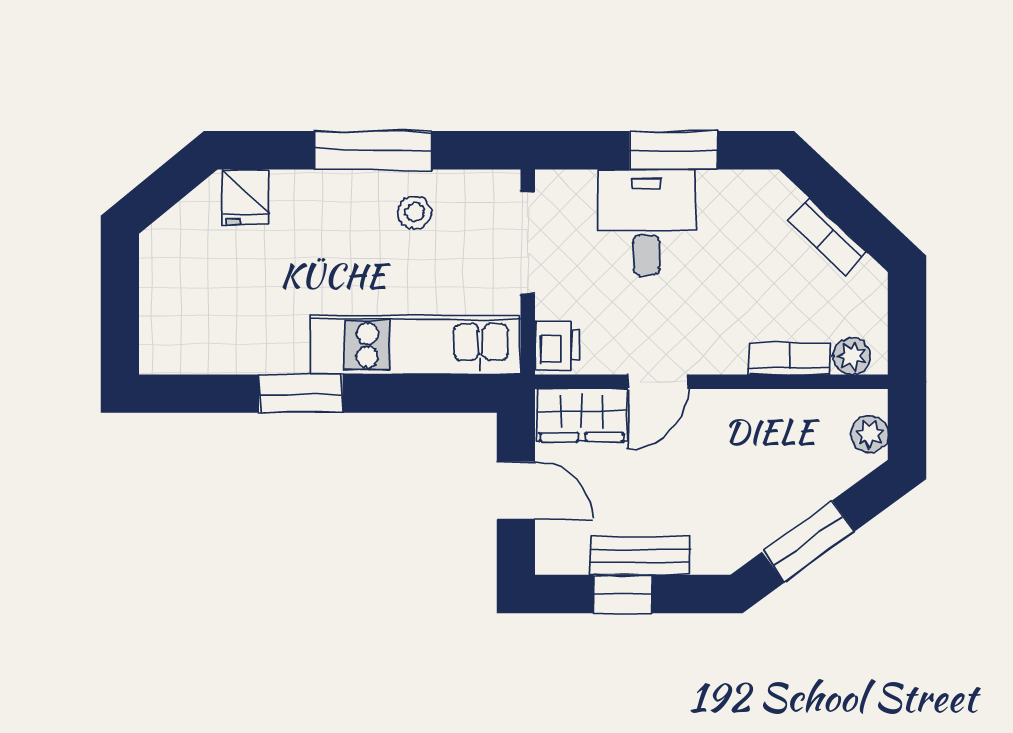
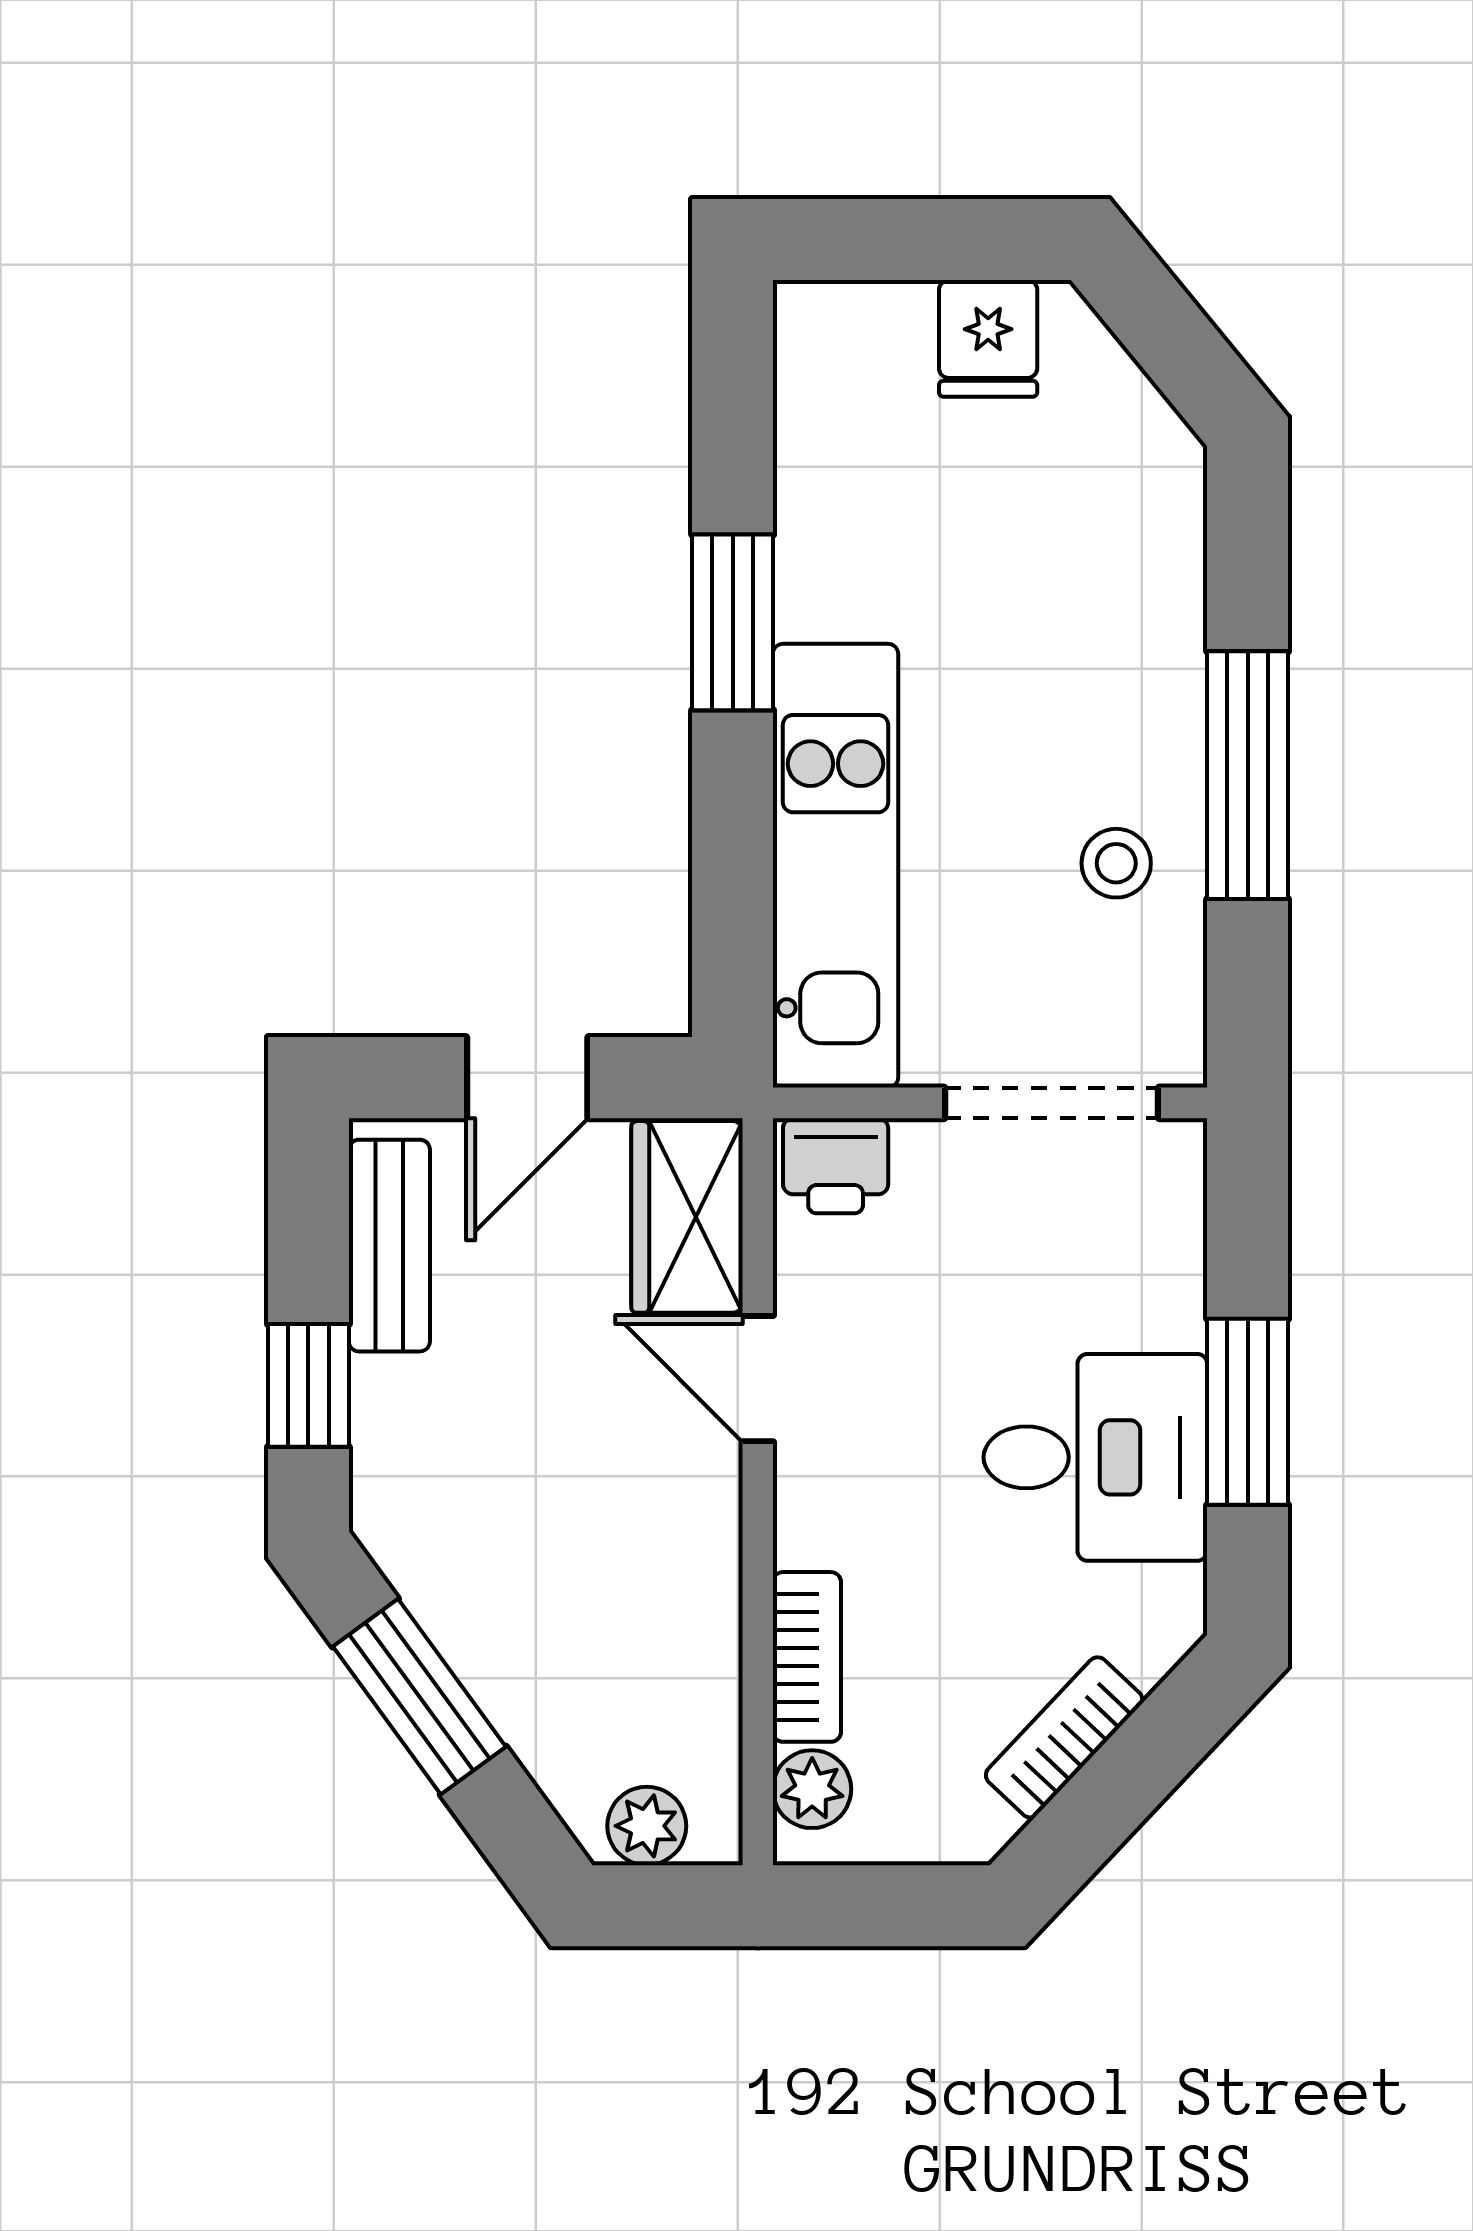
fridge: (245, 197) -> (988, 338), moved, turned -90
desk: (647, 222) -> (1095, 1457), moved
bench: (640, 556) -> (389, 1246), moved
window: (623, 594) -> (308, 1385), moved

